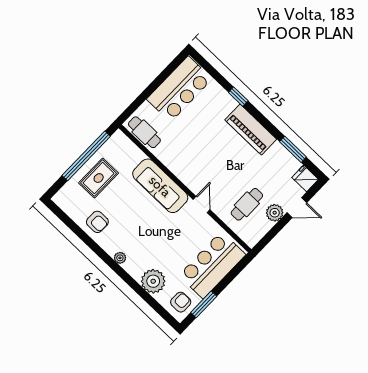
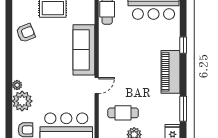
armchair: (97, 222) -> (26, 33), turned -112
plant: (120, 258) -> (17, 85), moved

